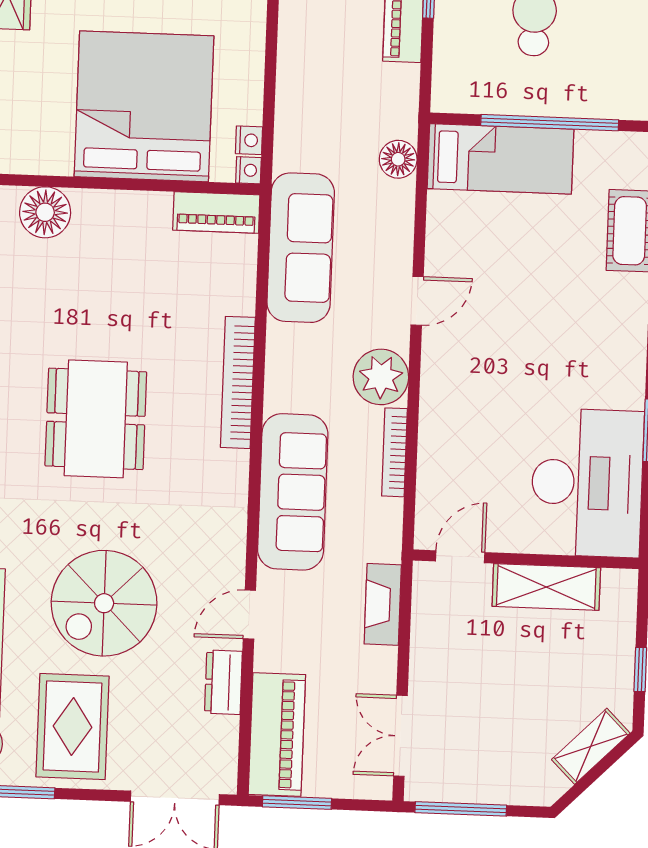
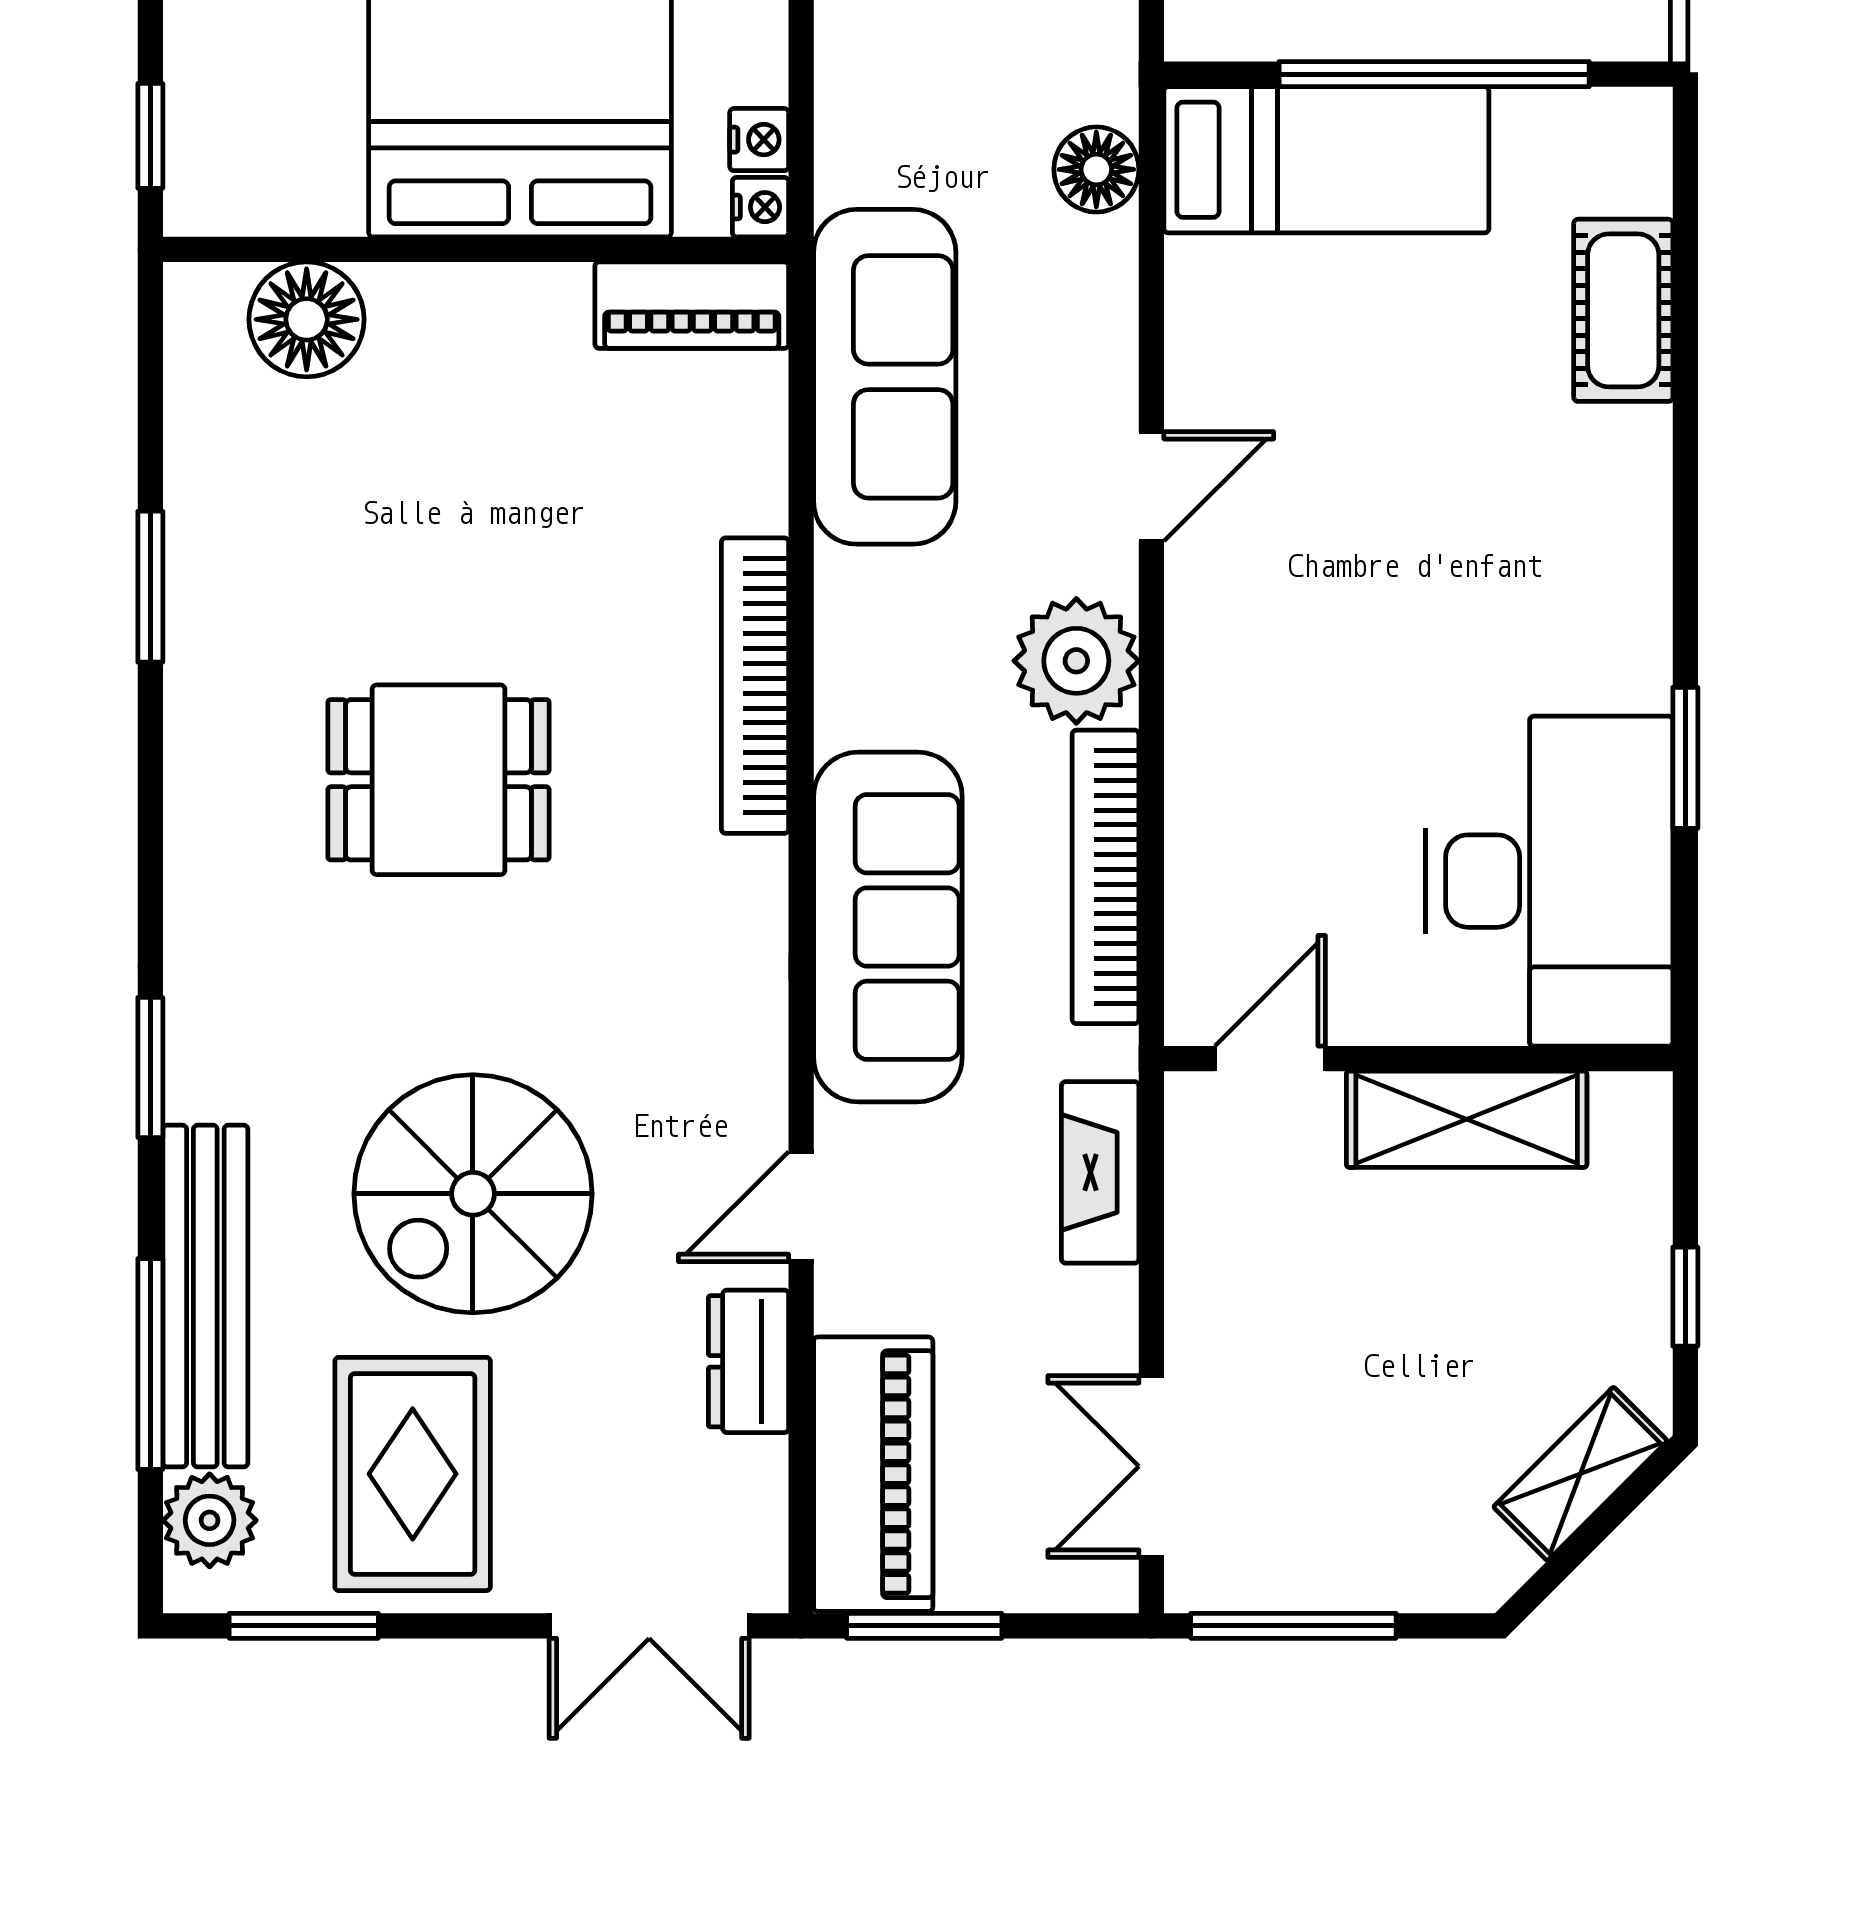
dining table: (96, 419) -> (439, 780), width x0.73
bookcase: (395, 452) -> (1106, 877), width x1.48, depth x1.31

